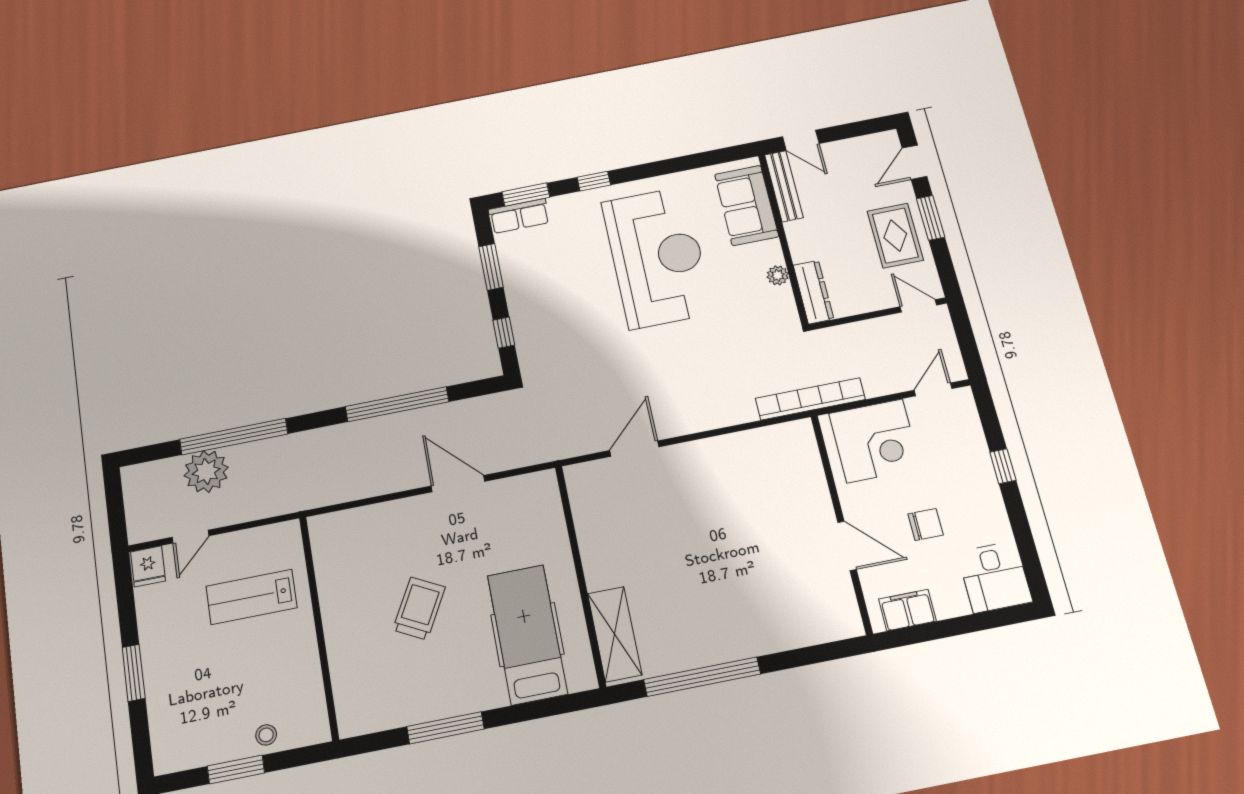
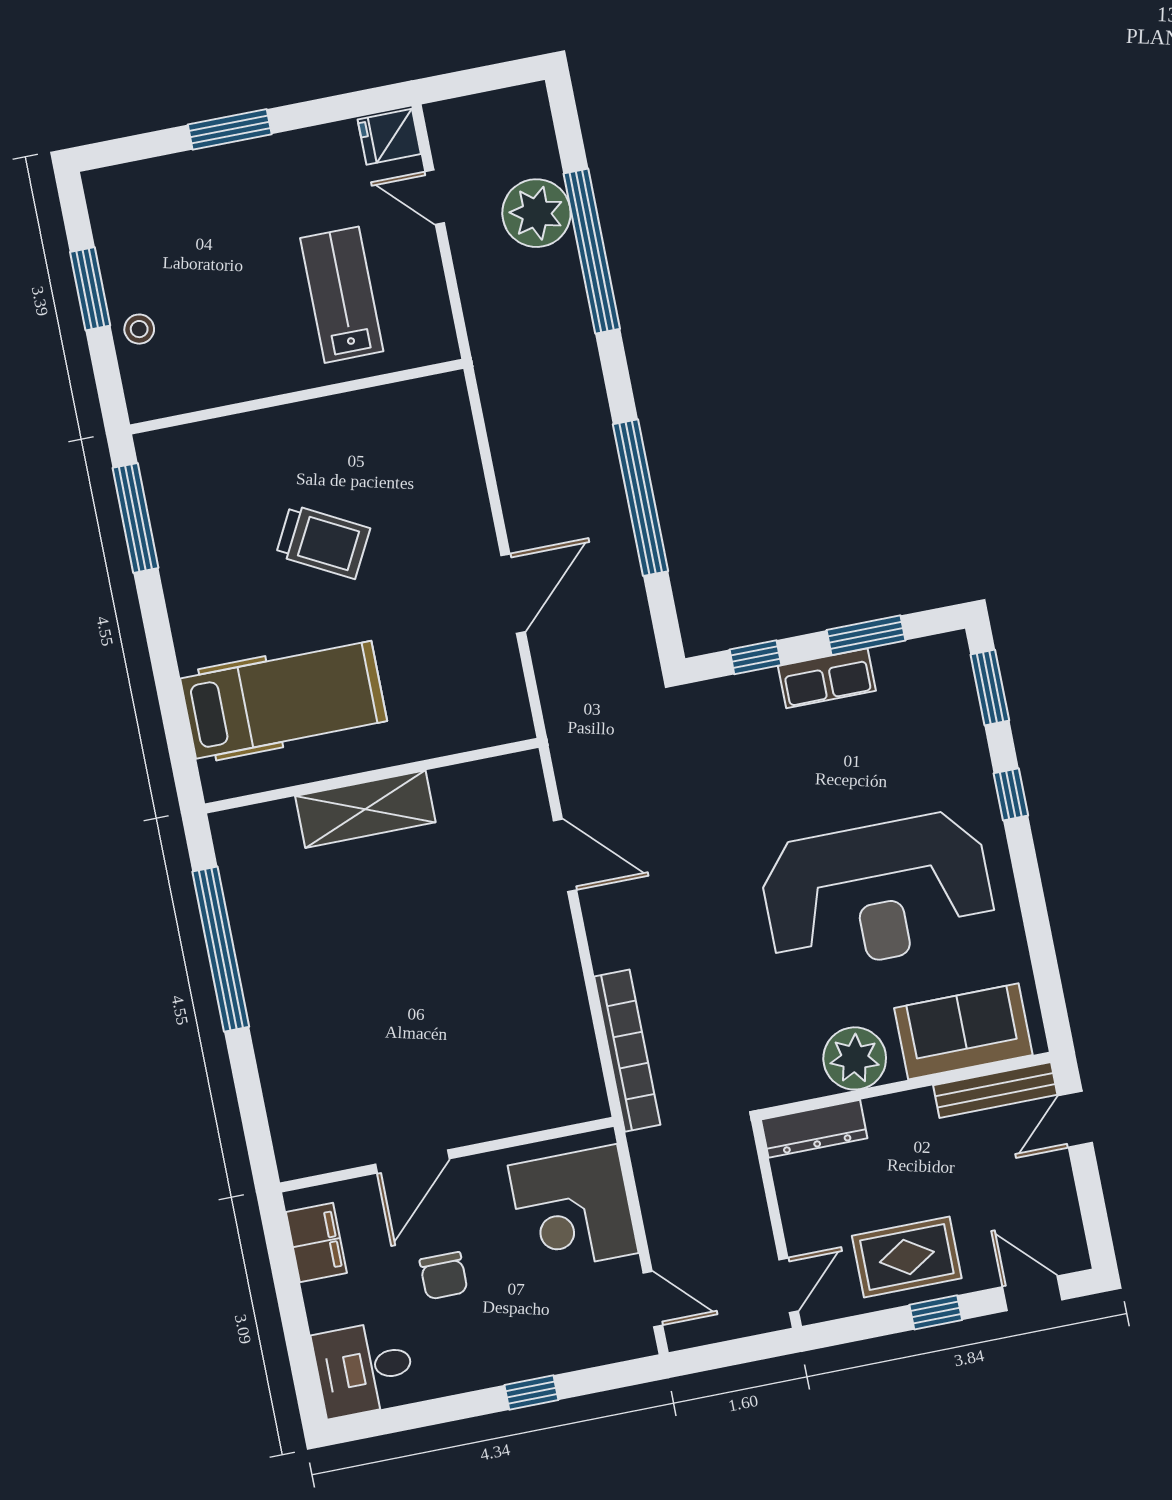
row of seats: (519, 216) -> (827, 678), moved, turned -90
window: (931, 218) -> (936, 1312), width x0.67
plant: (778, 275) -> (855, 1058), width x1.87, depth x1.87
bookcase: (810, 399) -> (627, 1051), moved
shelving: (615, 634) -> (365, 809), moved
window: (445, 728) -> (135, 518), moved

